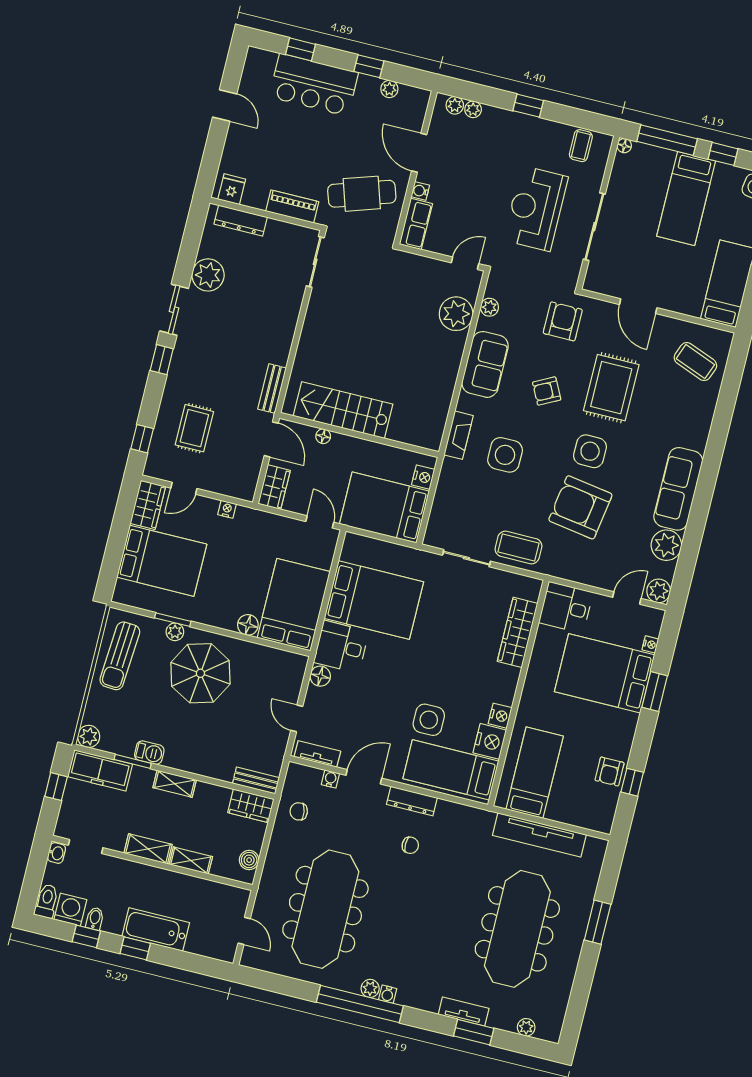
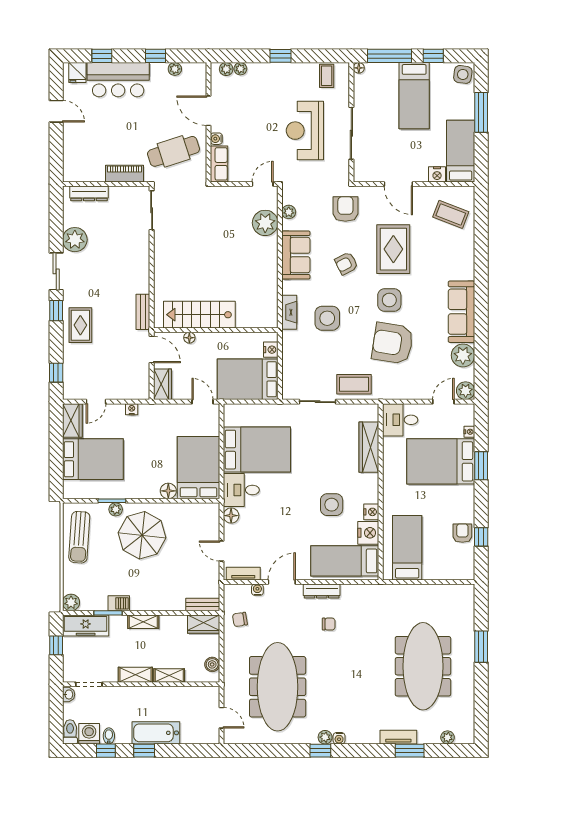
fridge: (232, 189) -> (77, 73), moved, turned 180
nightstand: (690, 306) -> (437, 174), added
rug: (194, 428) -> (80, 325), moved
side table: (429, 720) -> (332, 505), moved
armchair: (610, 772) -> (462, 533), turned 180
tv unit: (539, 835) -> (422, 593), removed
window: (360, 1004) -> (320, 751), width x0.32

